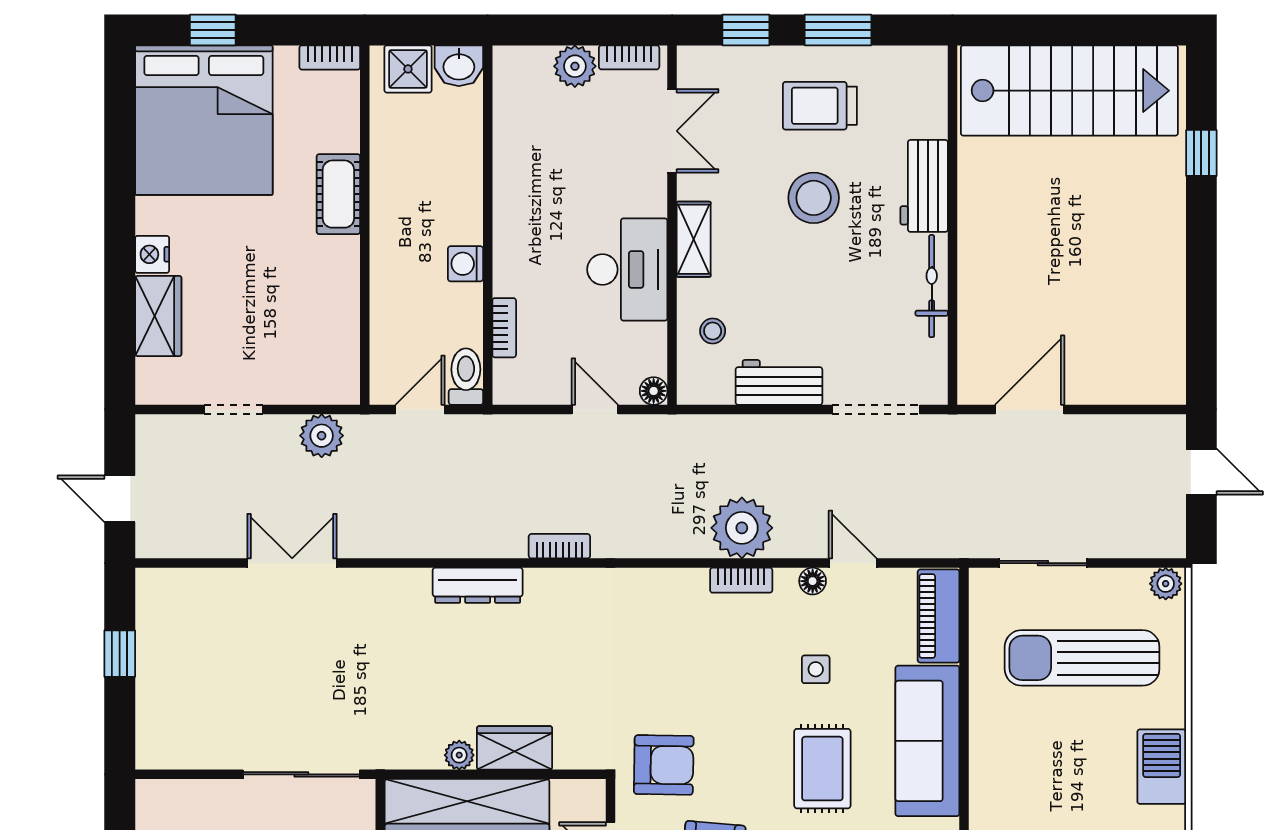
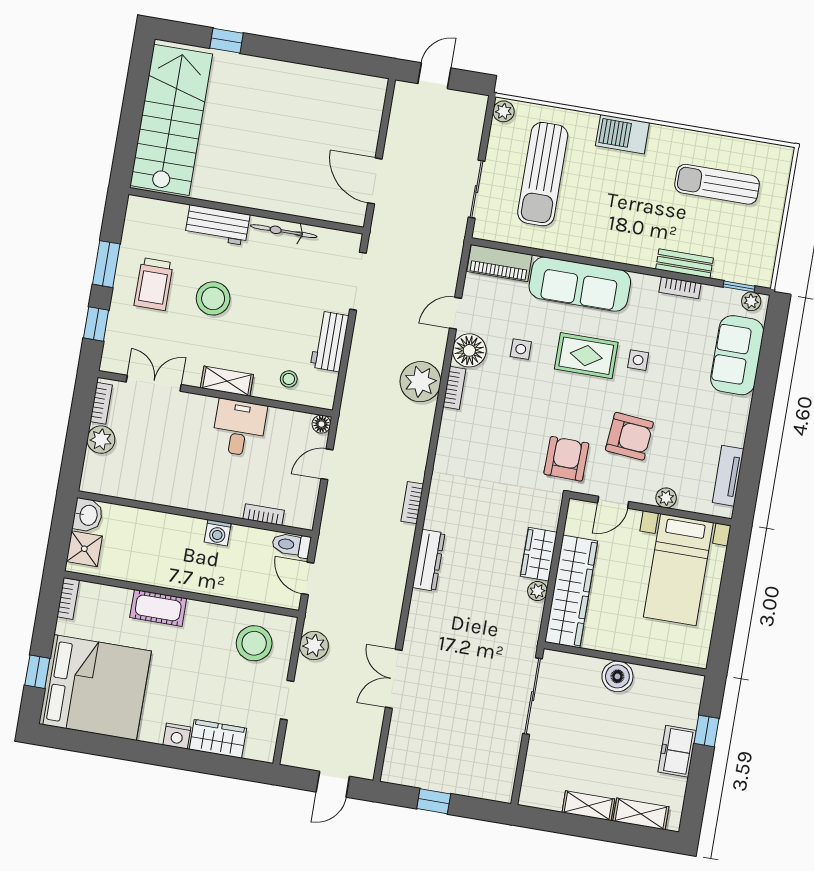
desk: (627, 269) -> (239, 428), width x0.73
stool: (310, 346) -> (254, 643), added
floor lamp: (813, 581) -> (469, 350), width x1.89, depth x1.89

